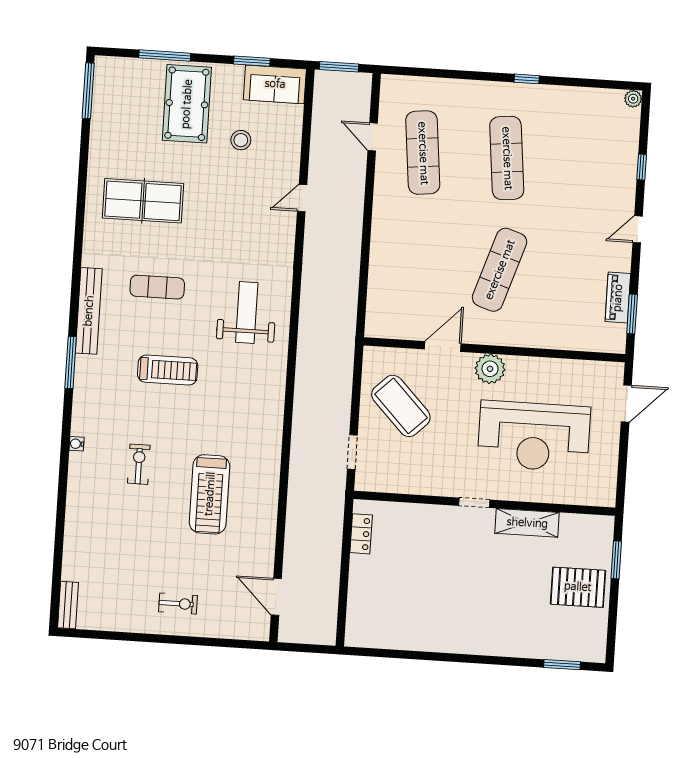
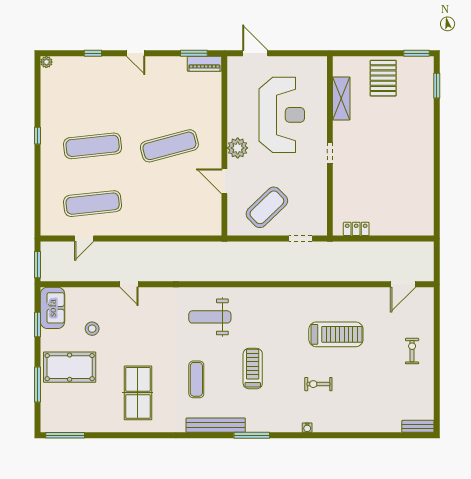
exercise mat: (500, 270) -> (169, 146), turned -33
piano: (618, 298) -> (204, 64), moved
shelving: (527, 523) -> (341, 98), moved
window: (616, 560) -> (416, 53), moved

